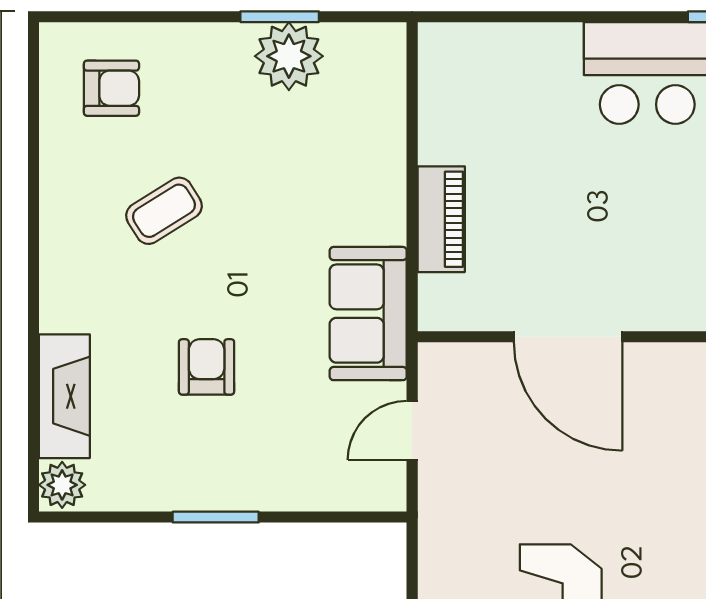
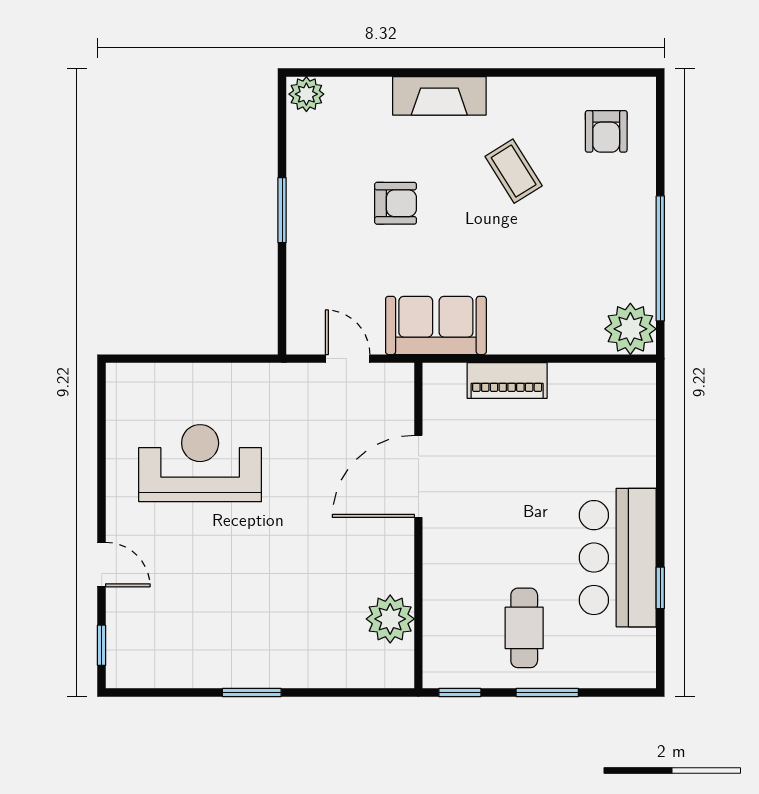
window: (280, 17) -> (660, 258), width x2.11
plant: (289, 56) -> (630, 329), moved
fireplace: (64, 396) -> (439, 96), moved

